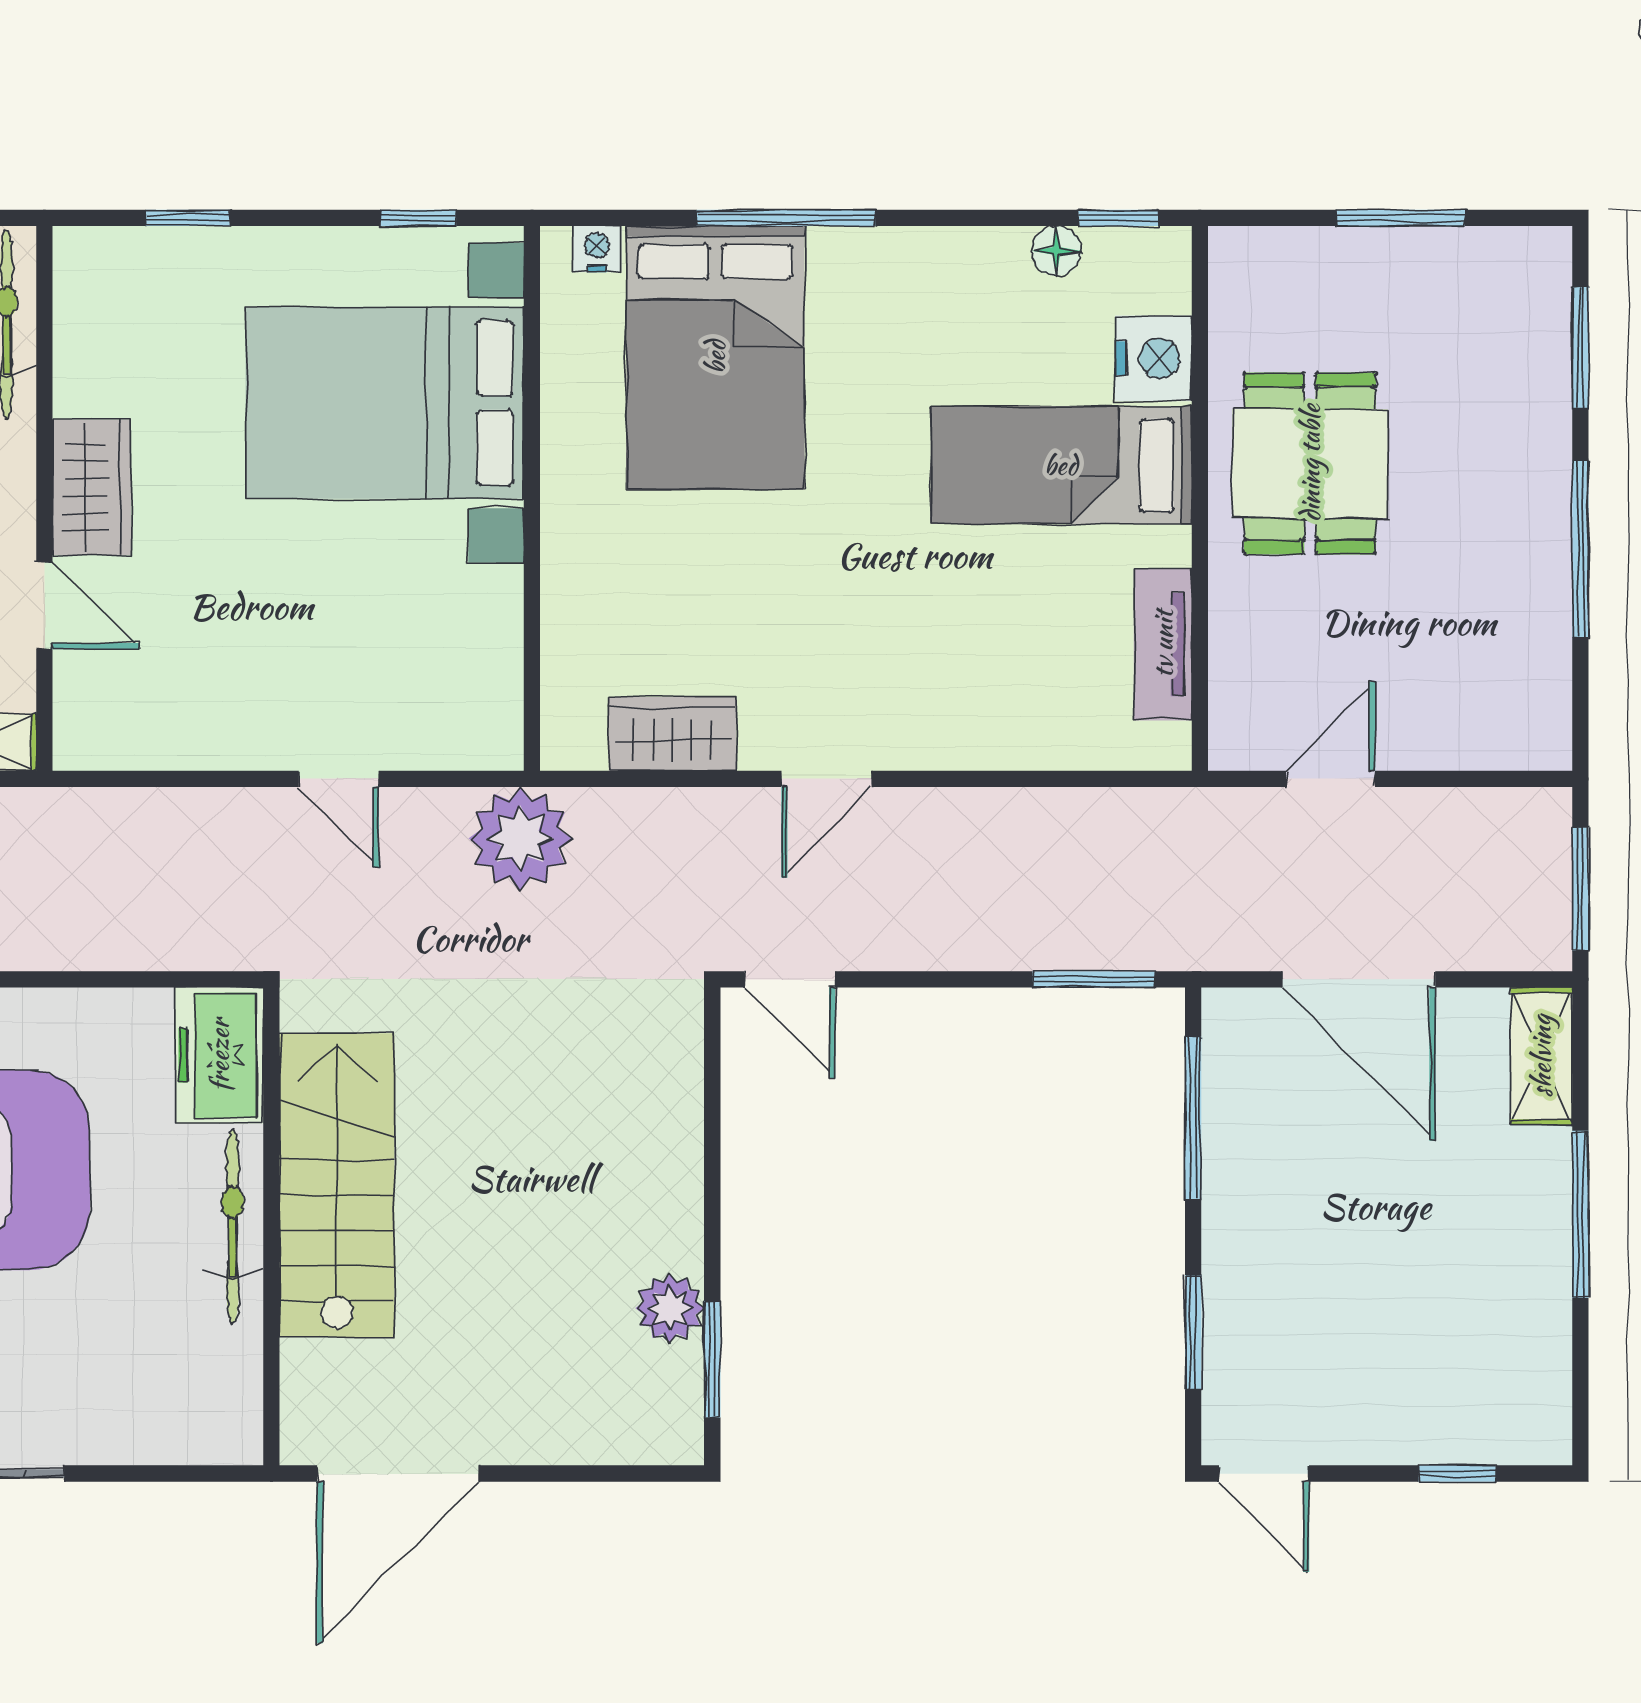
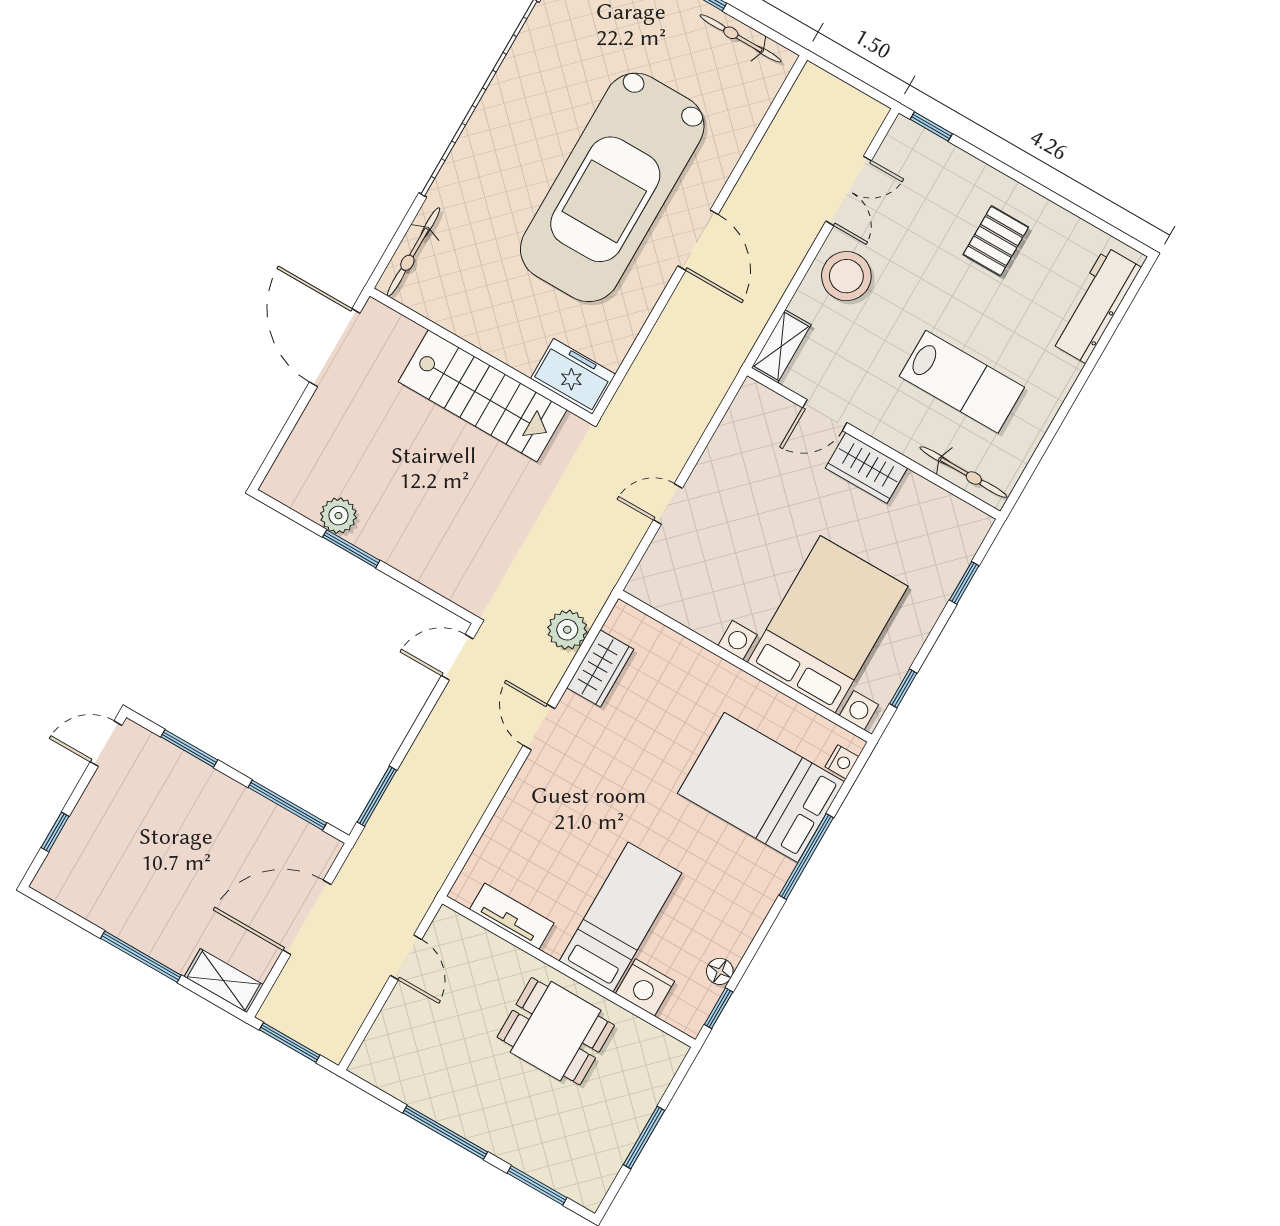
plant: (520, 838) -> (567, 630), moved, width x0.73, depth x0.73
bicycle: (233, 1226) -> (414, 252), moved, turned 90
window: (712, 1359) -> (351, 549), moved

